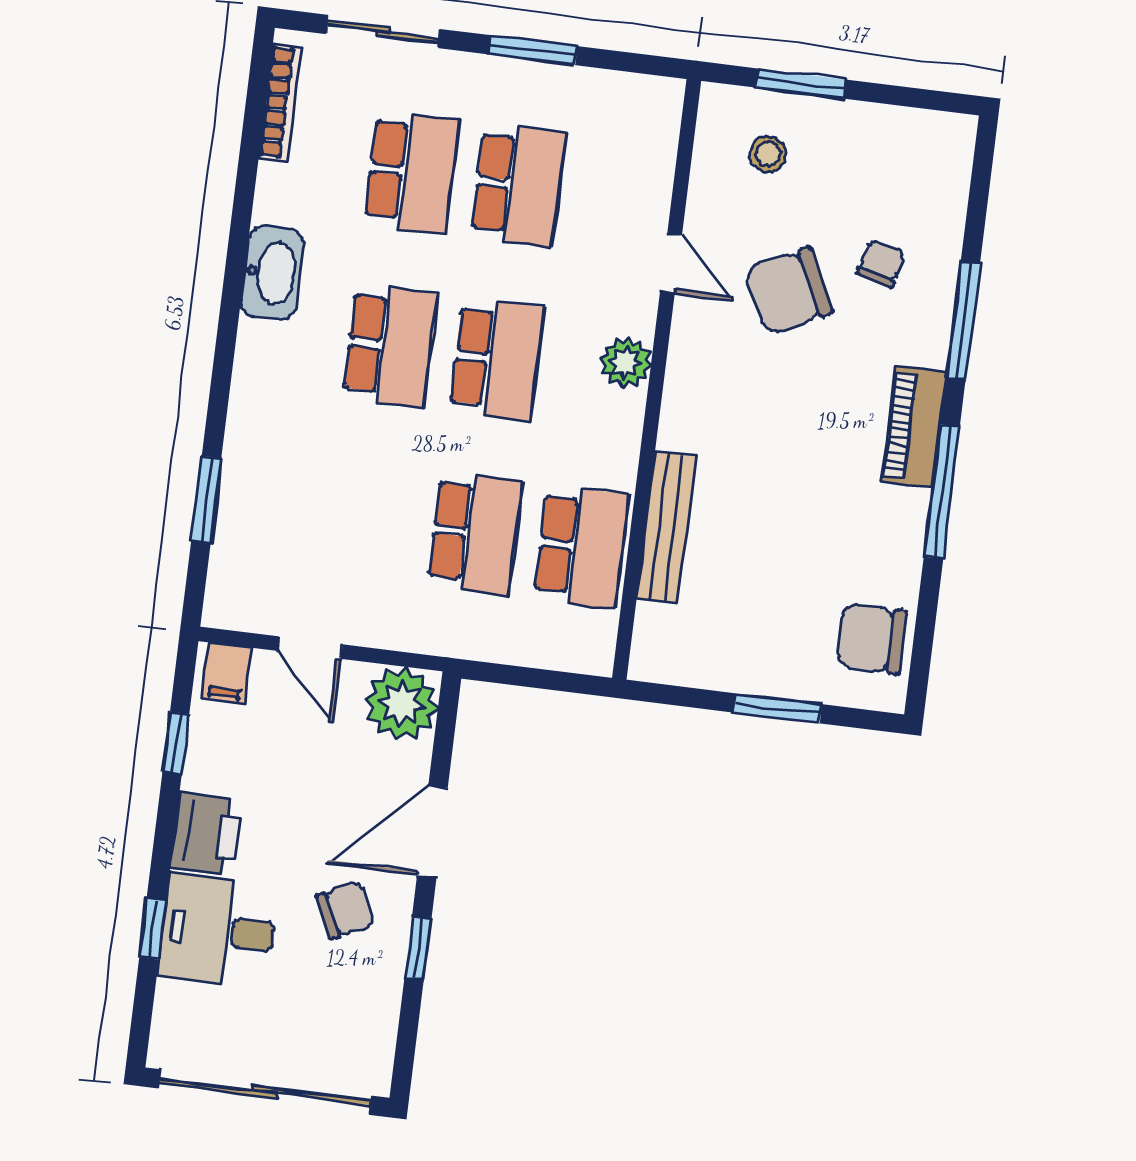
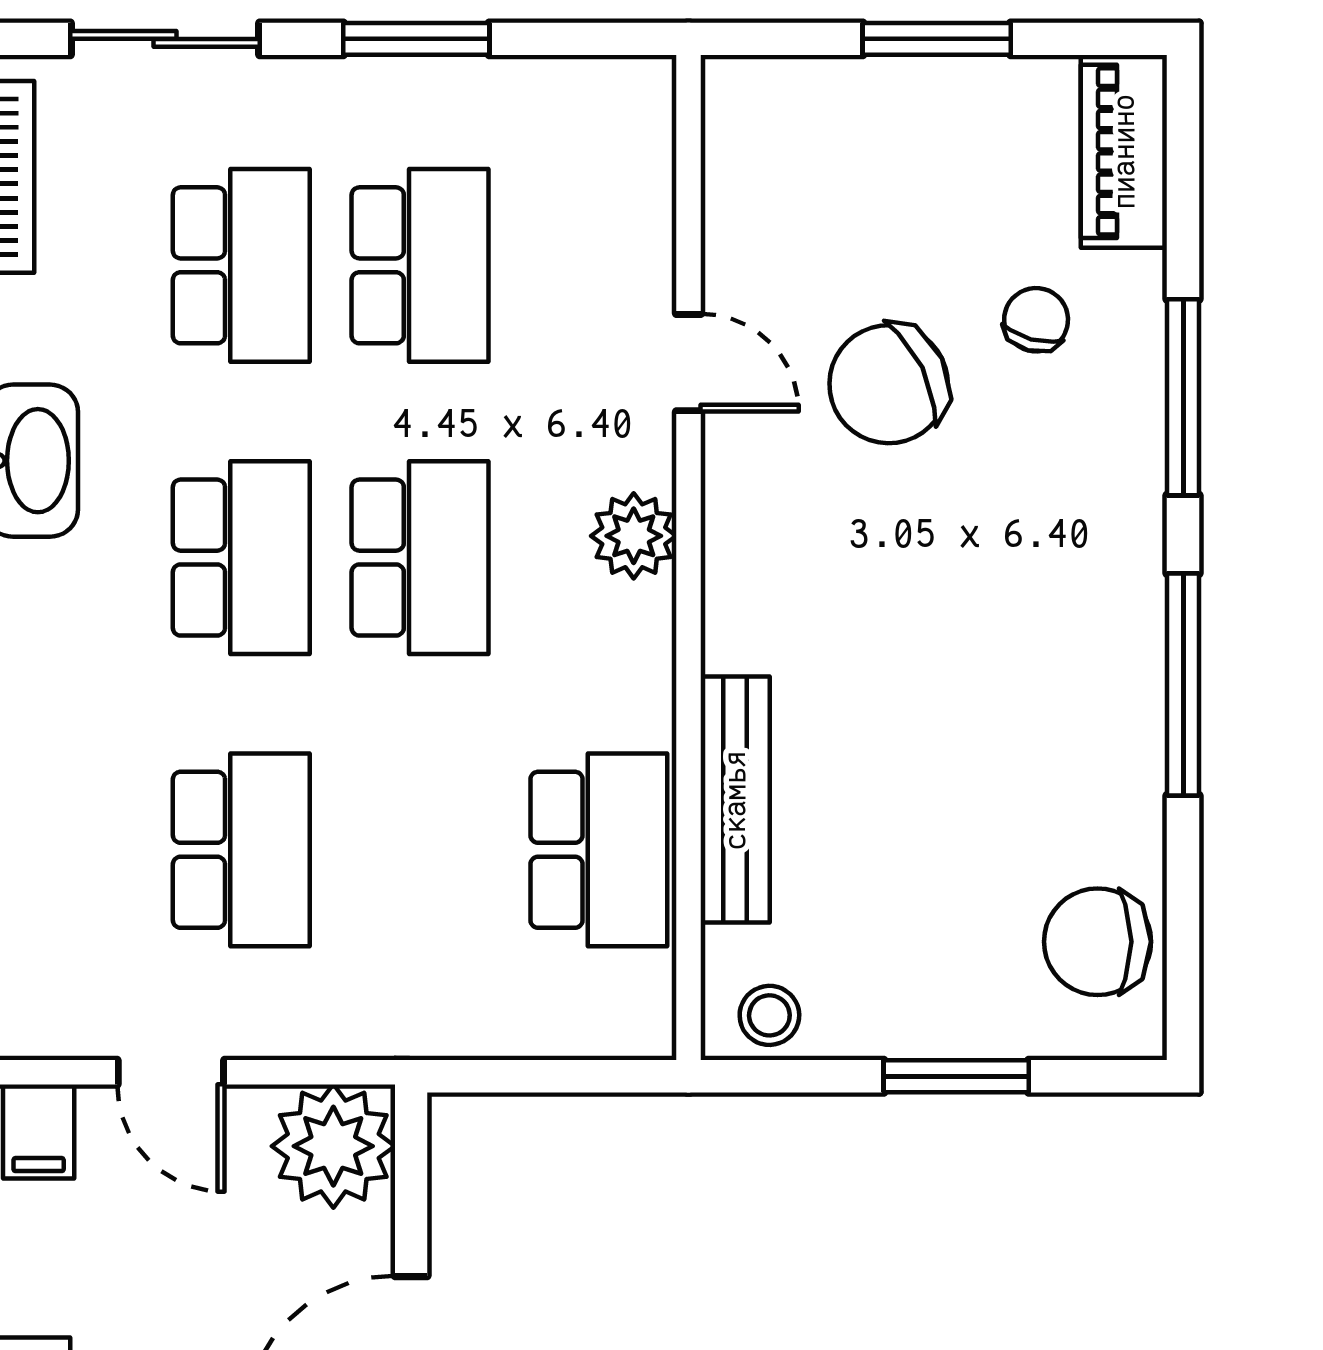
window: (801, 84) -> (937, 39), moved
stool: (768, 154) -> (769, 1015), moved
piano: (914, 427) -> (1124, 151), moved
school desk: (475, 534) -> (241, 850), moved

